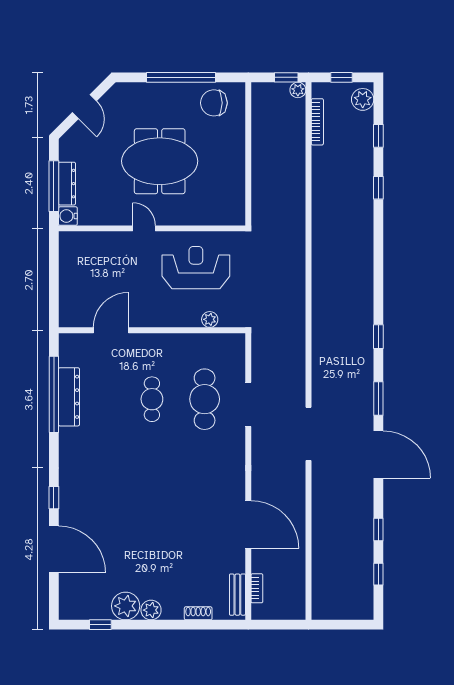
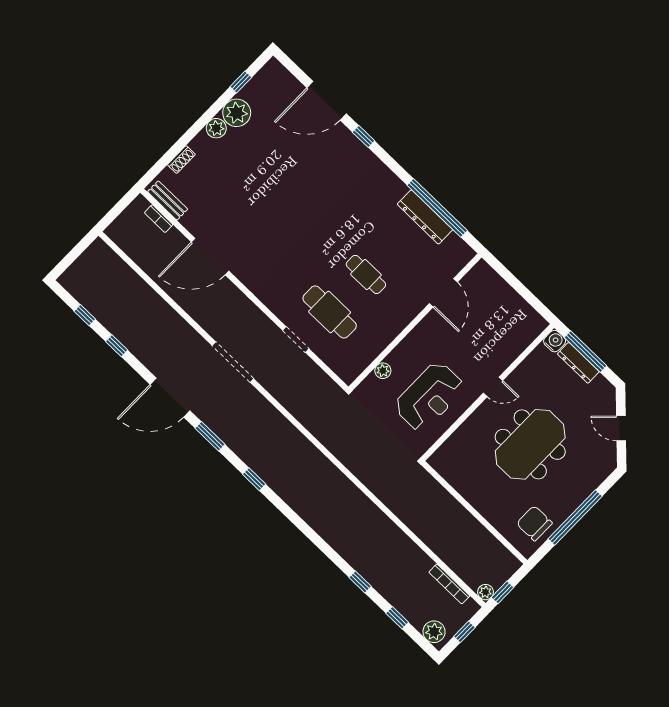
chair: (214, 103) -> (534, 523), turned -90
doorway: (248, 404) -> (296, 340), width x0.73

